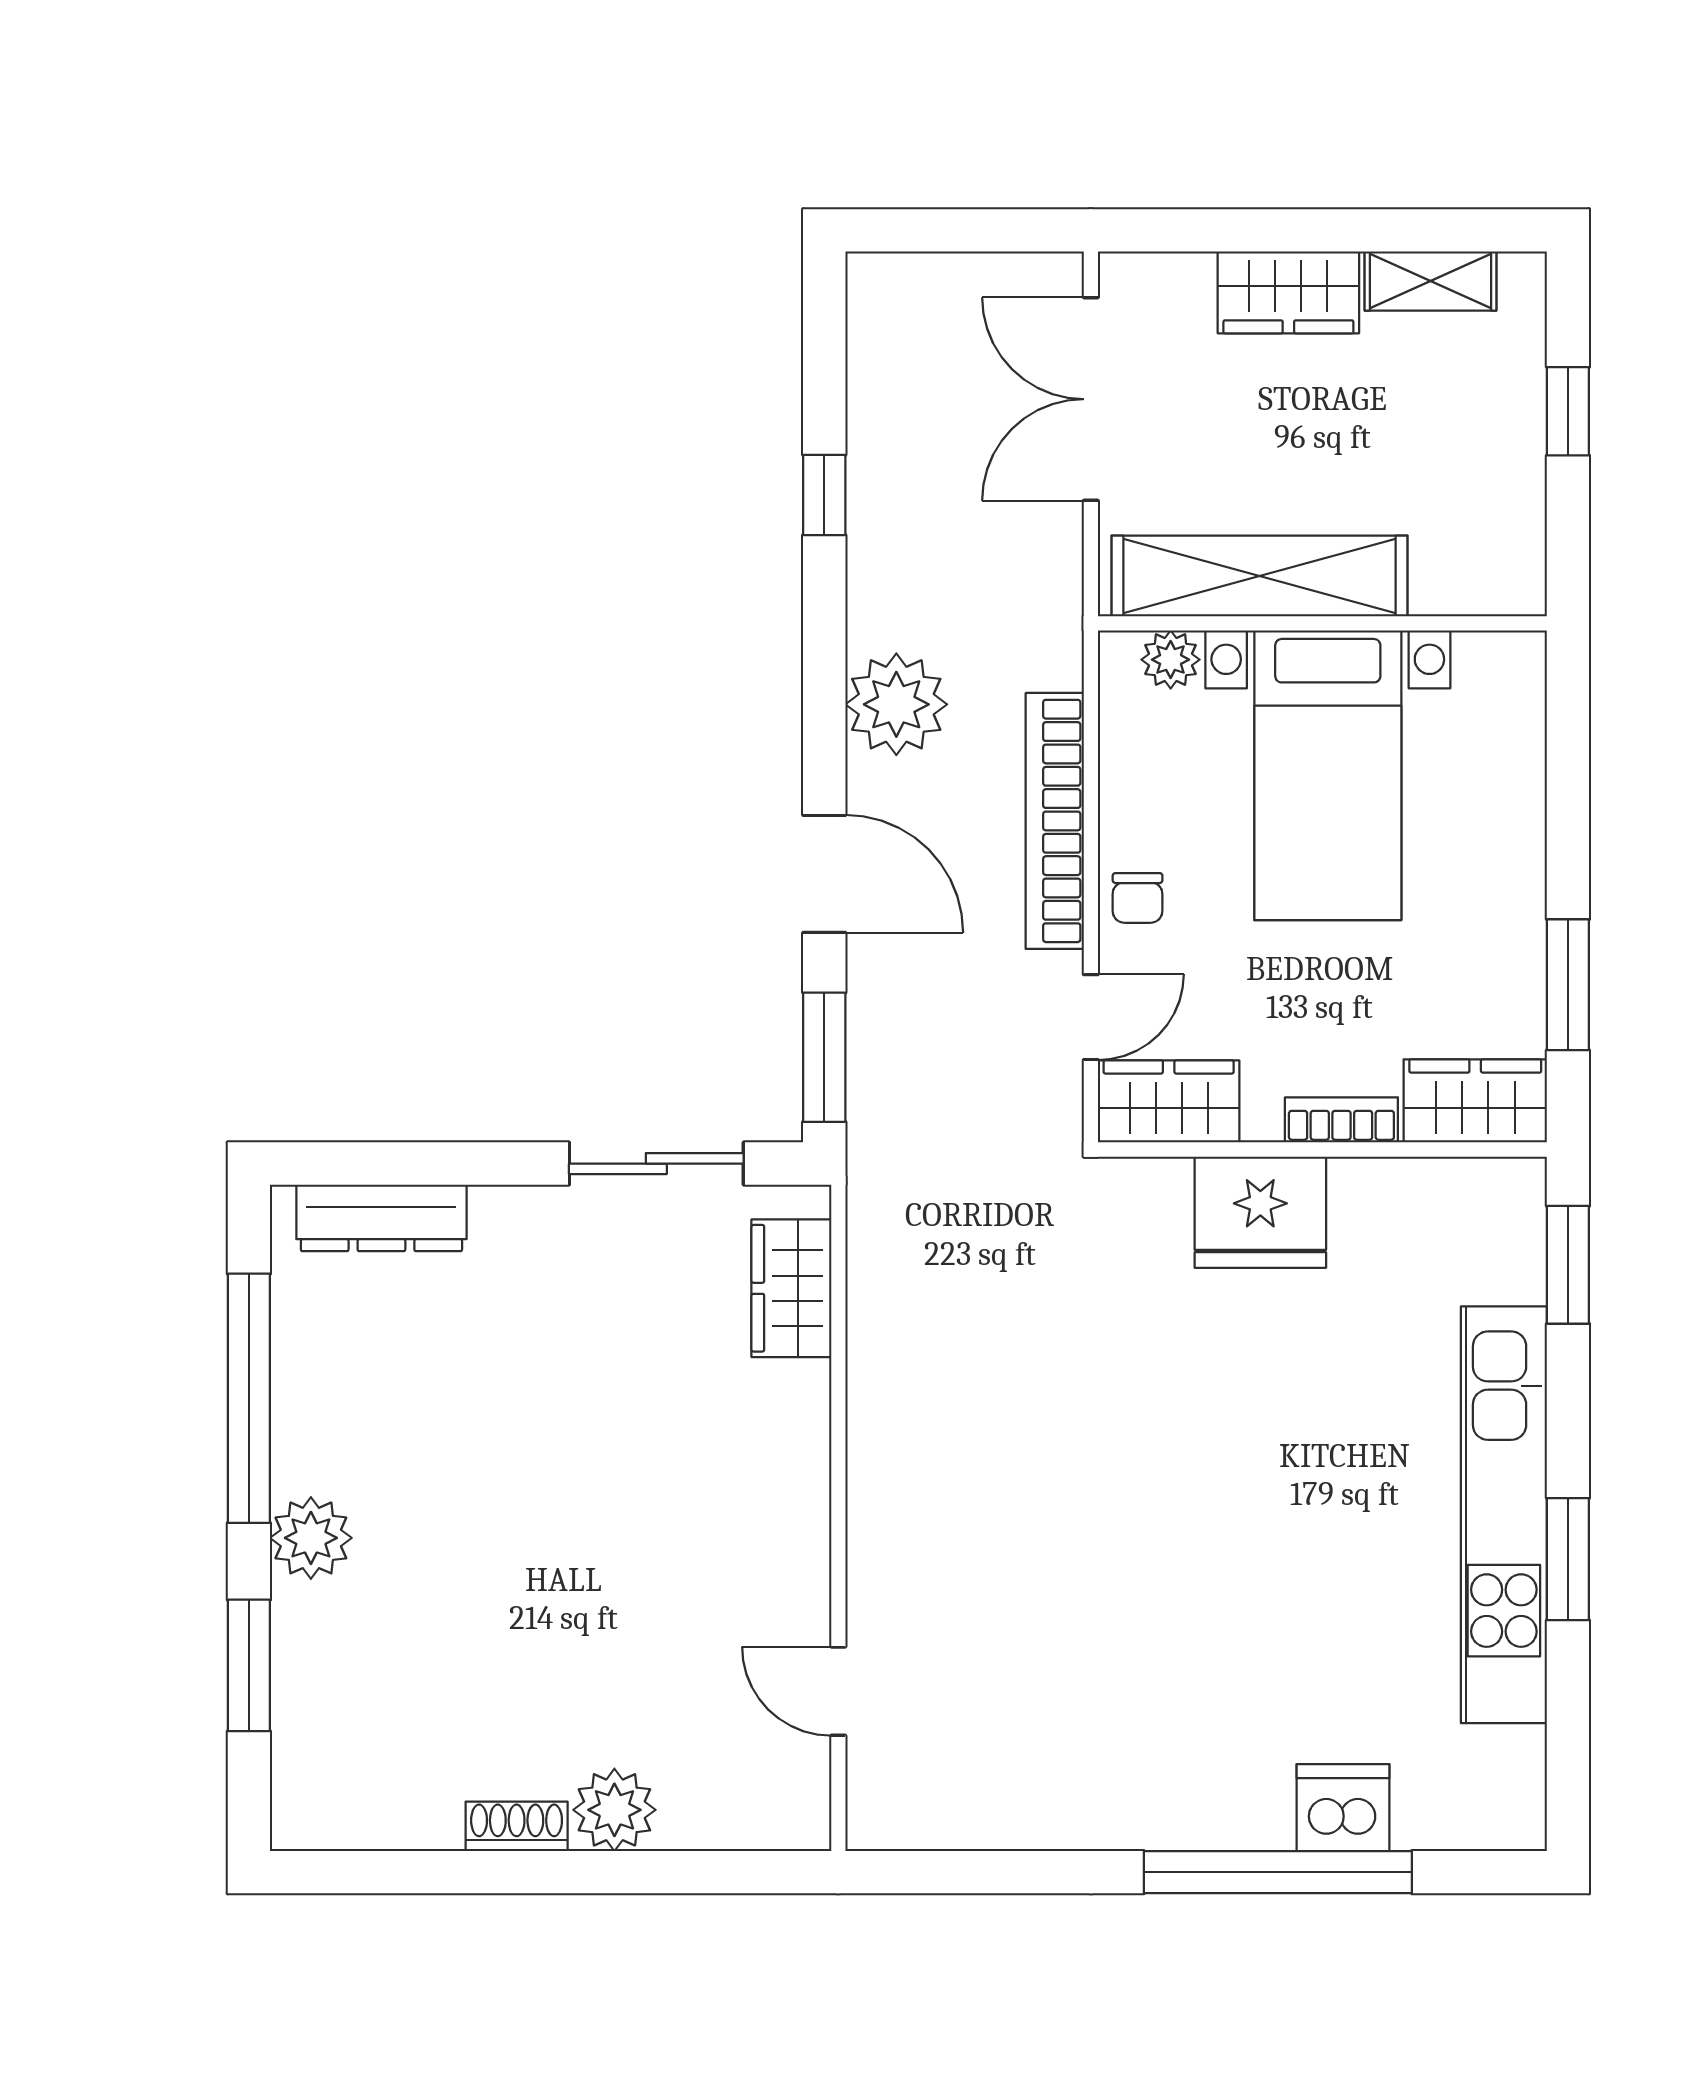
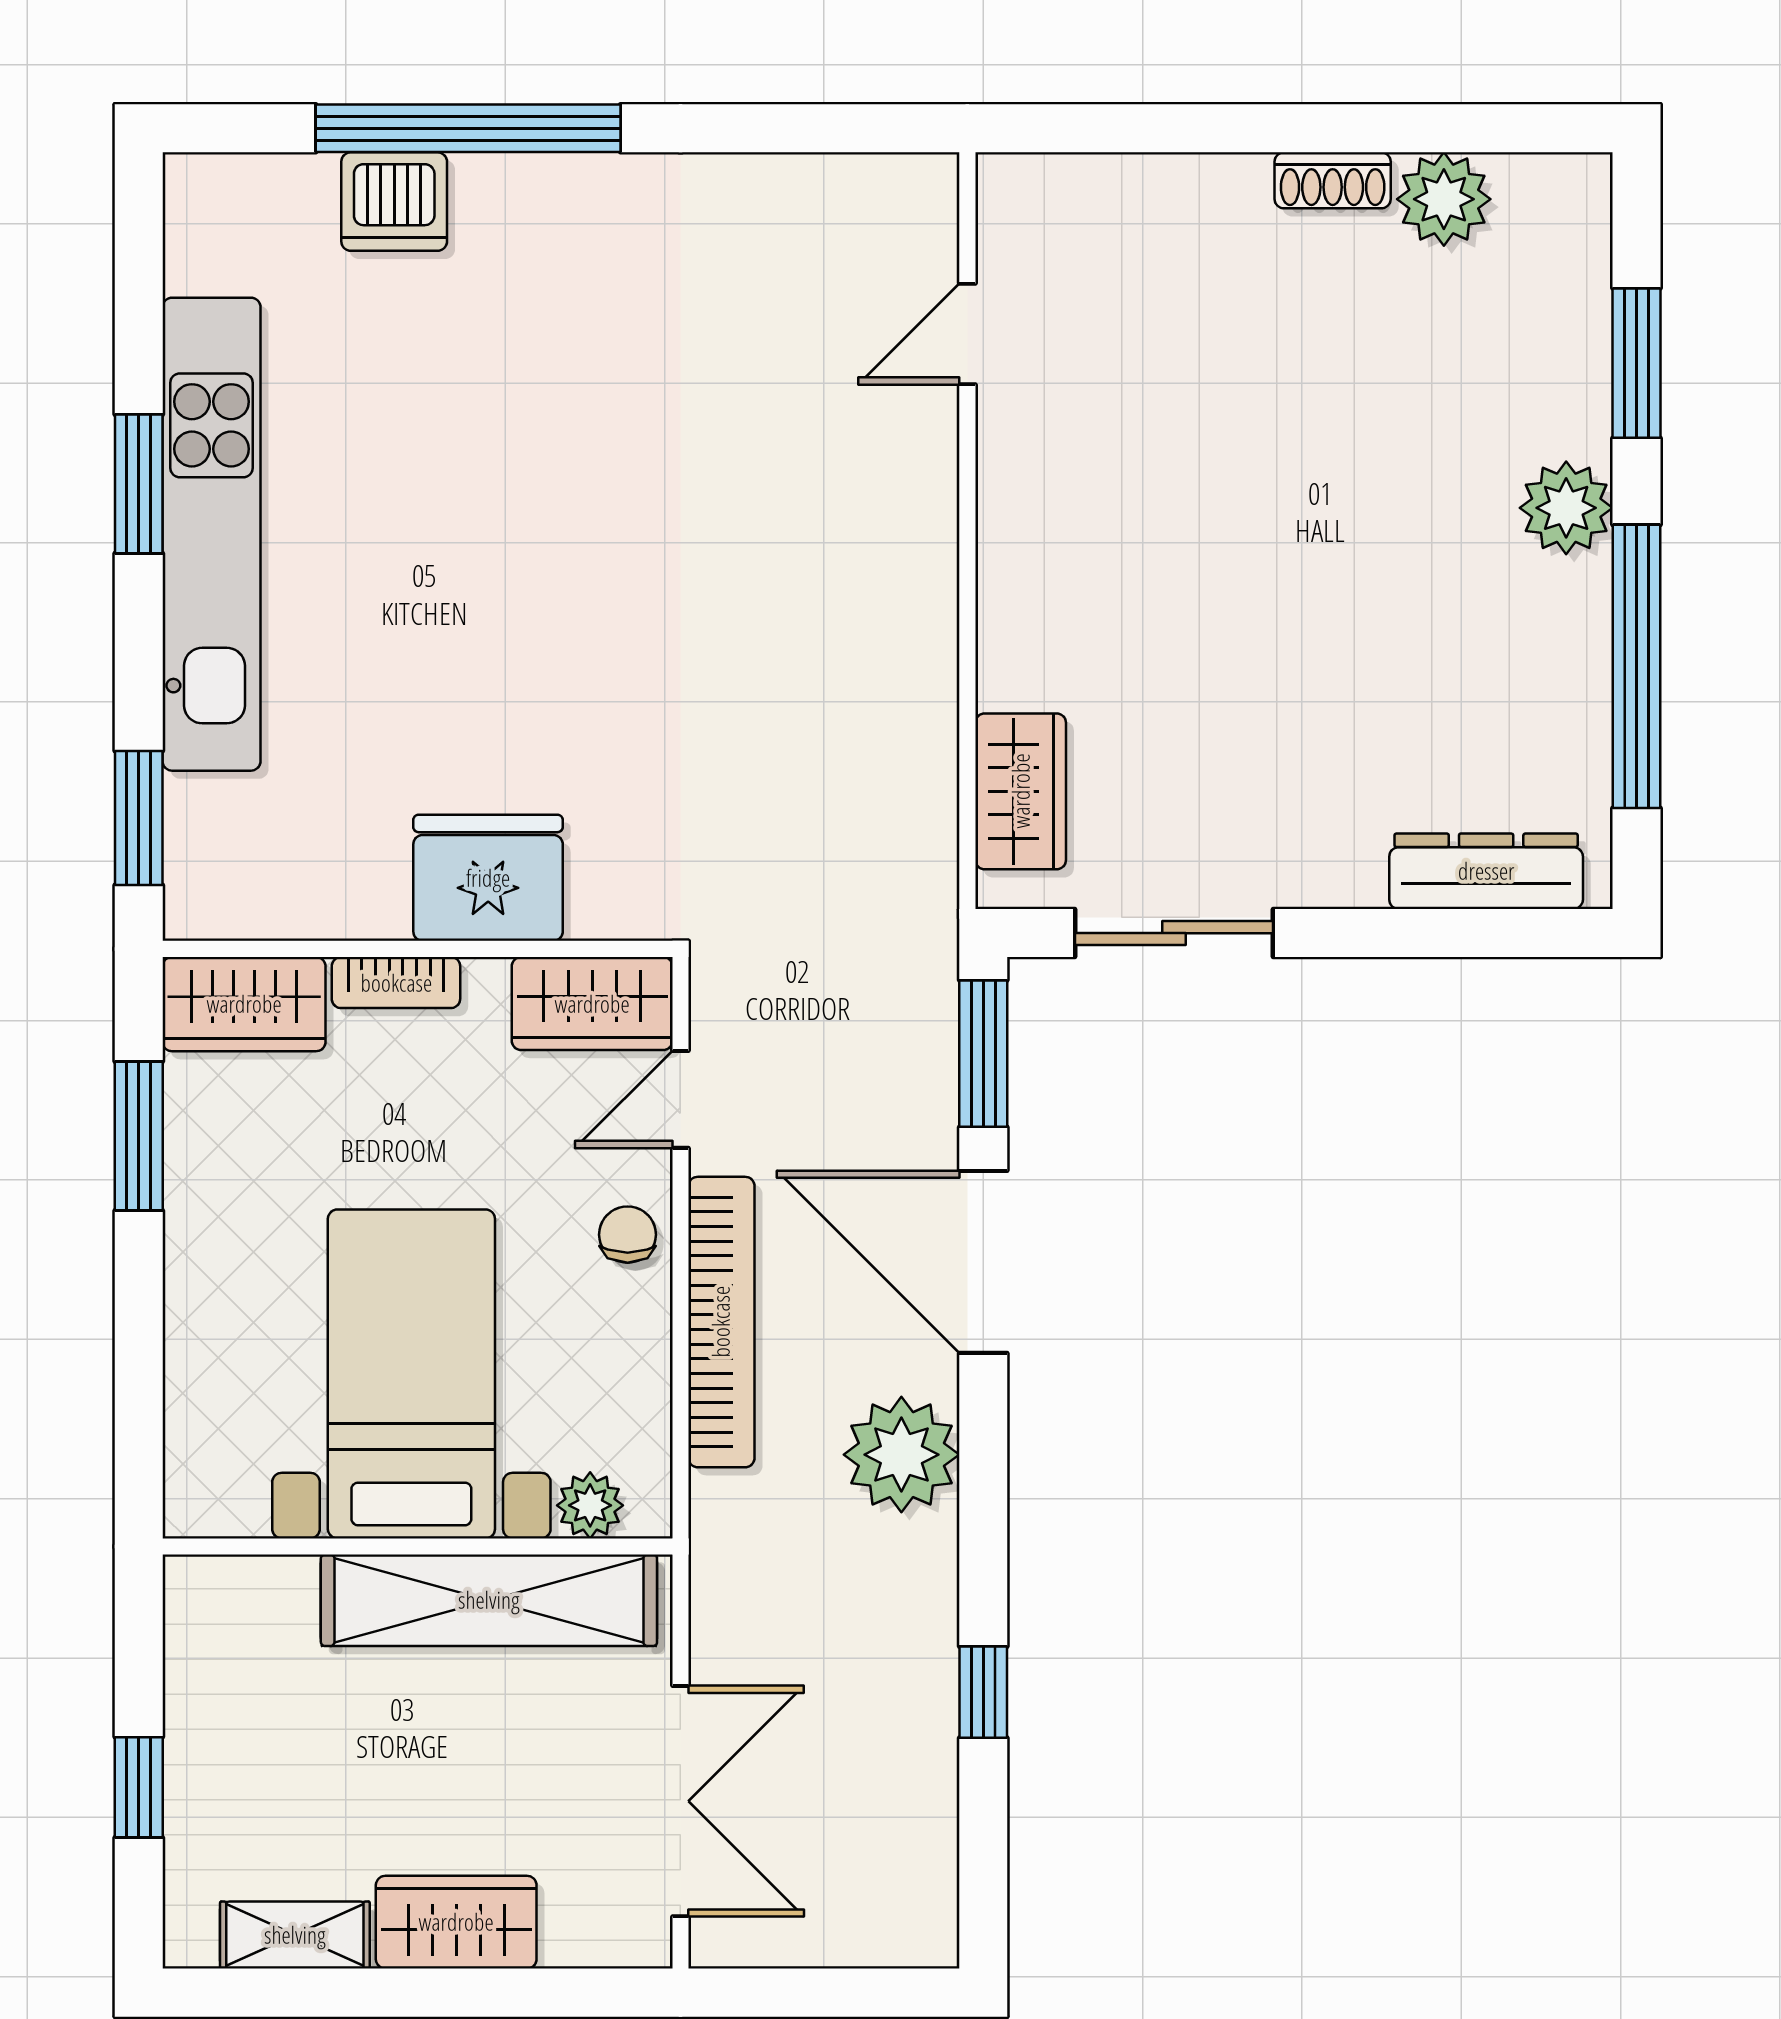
door: (824, 874) -> (983, 1262), width x1.36
door: (838, 1691) -> (967, 334), swing flipped
plant: (614, 1810) -> (1444, 199), moved

